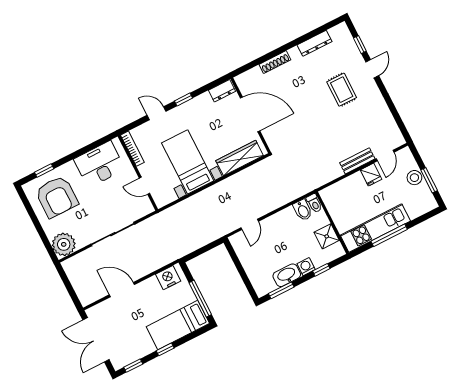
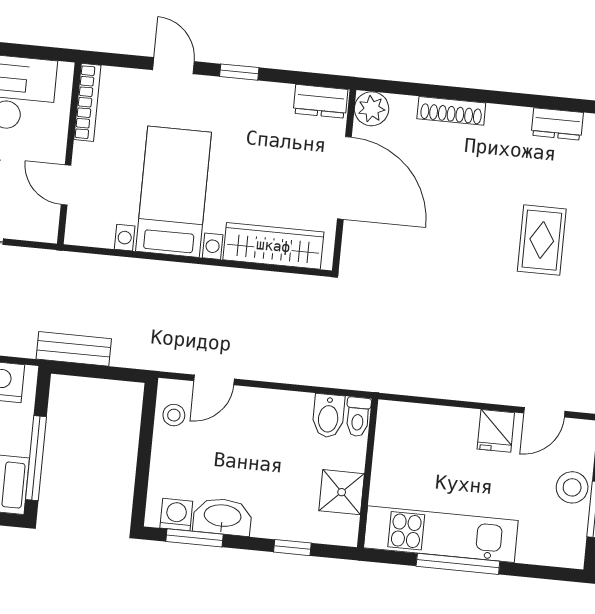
dresser: (315, 43) -> (557, 124), width x0.70
plant: (244, 81) -> (372, 109), added
bench: (357, 161) -> (74, 349), moved
stool: (243, 248) -> (174, 415), added
washing machine: (306, 267) -> (176, 515), moved

